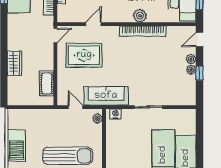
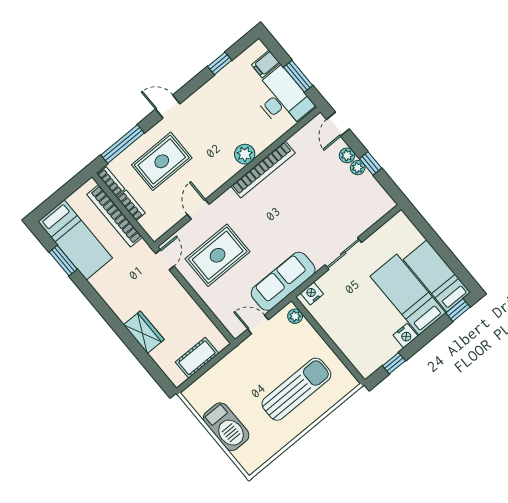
cot: (47, 83) -> (197, 358), moved, turned 90

